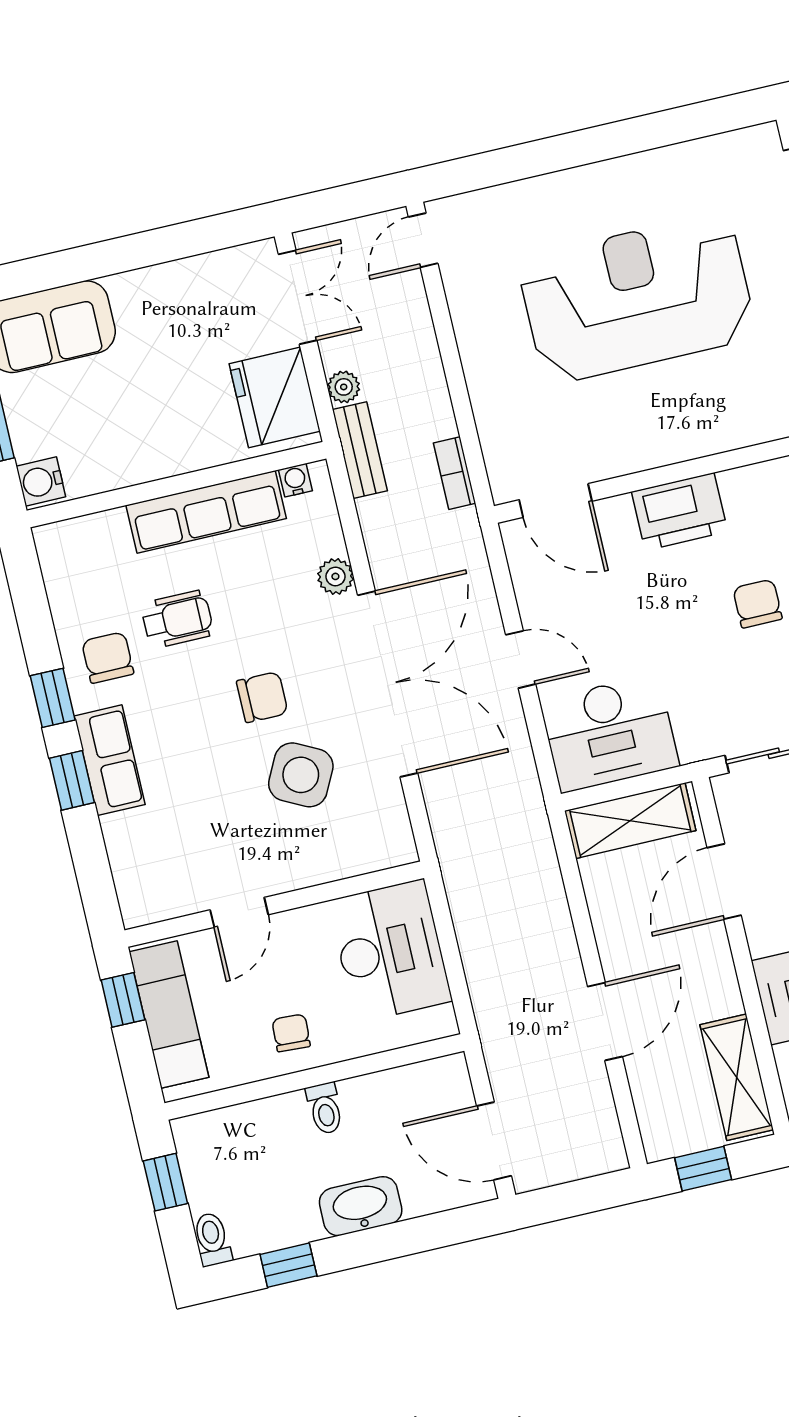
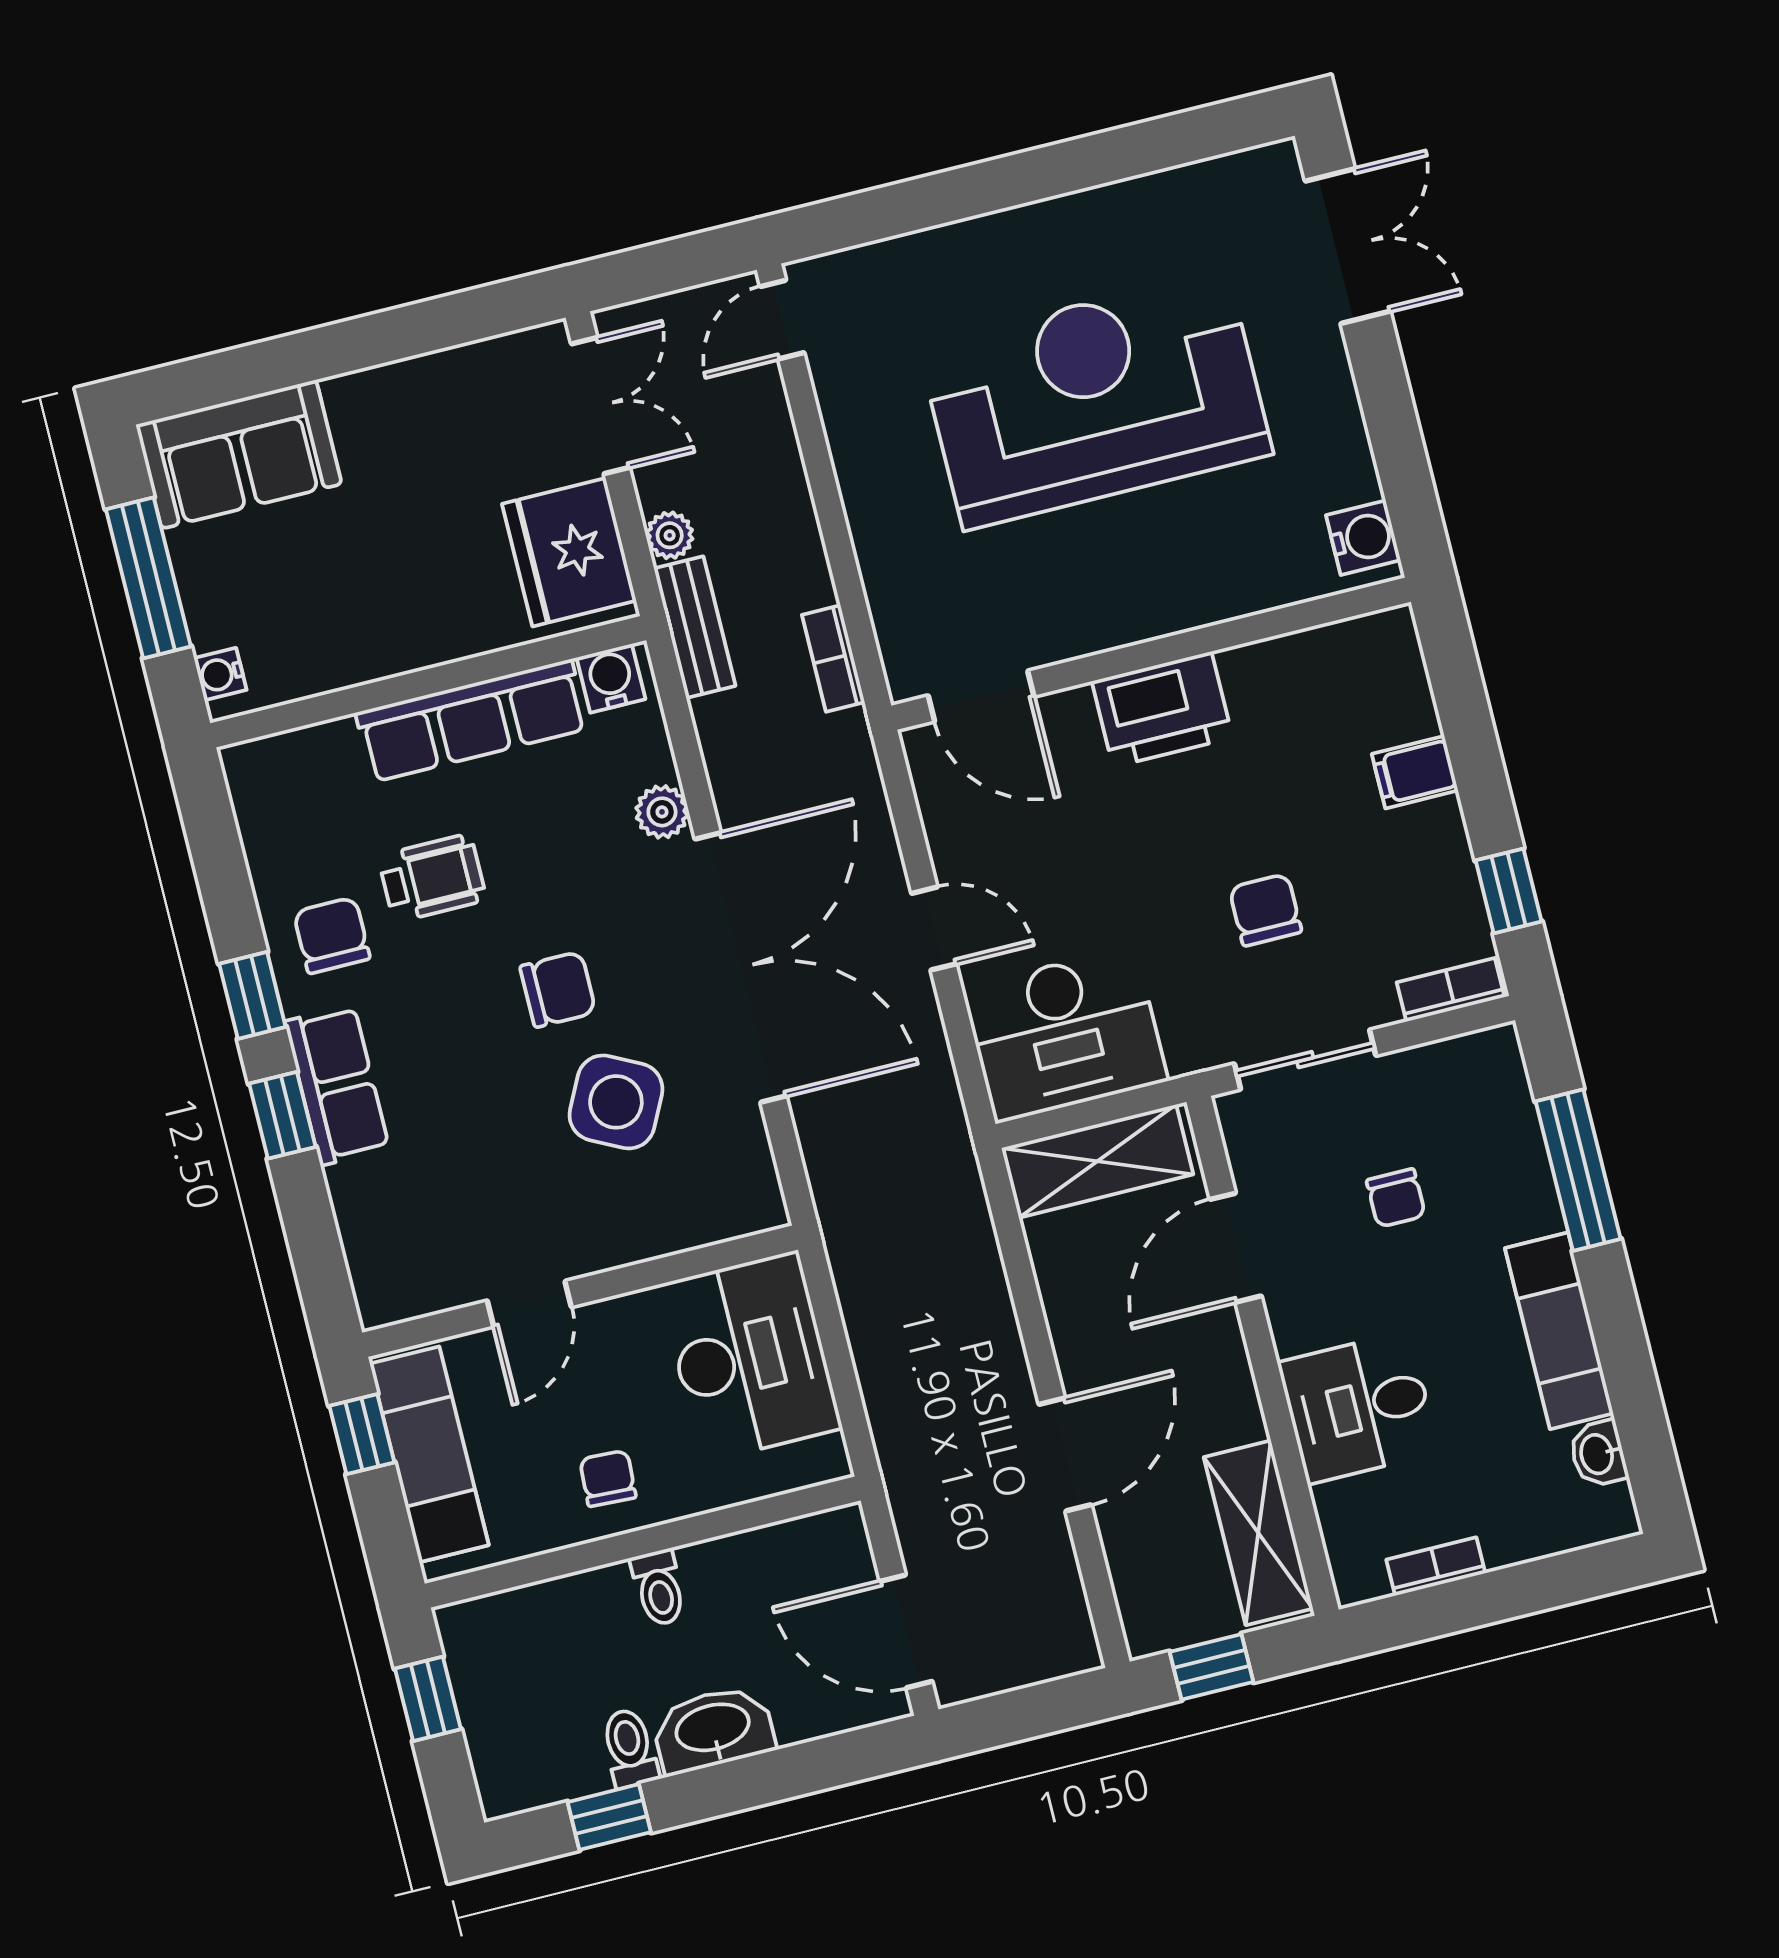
water cooler: (295, 480) -> (611, 678), width x1.38, depth x1.38
water cooler: (41, 481) -> (220, 674), width x0.72, depth x0.72
chair: (758, 604) -> (1265, 910), moved
toilet: (212, 1239) -> (630, 1748), moved

